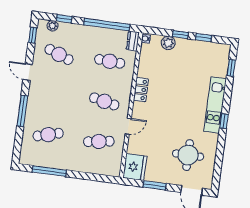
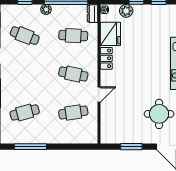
plant: (53, 26) -> (46, 9), moved
fridge: (135, 167) -> (110, 34), moved

